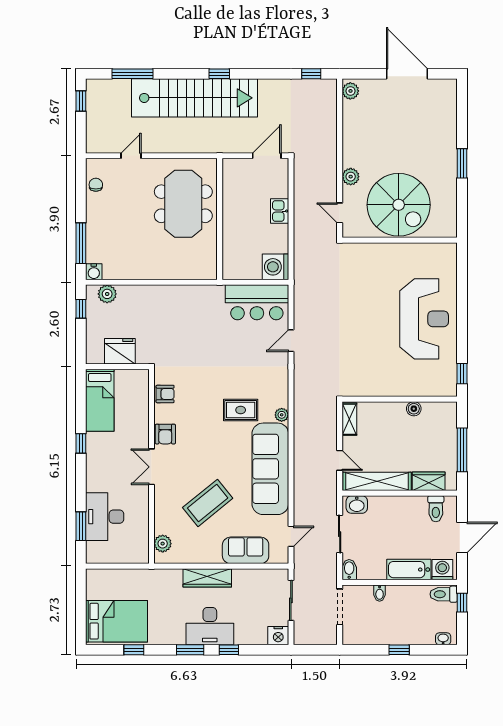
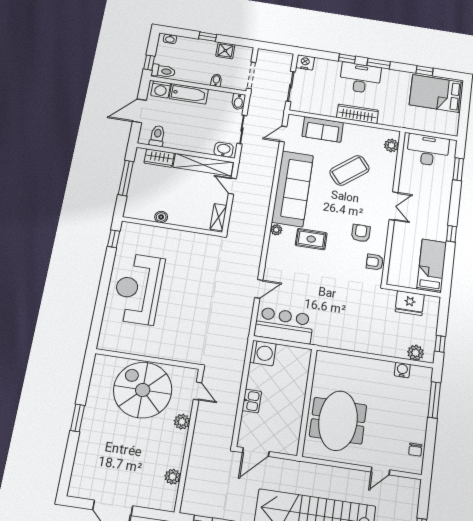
plant: (350, 91) -> (173, 477), moved
water cooler: (94, 272) -> (402, 370), moved
armchair: (165, 434) -> (361, 233), moved
desk: (105, 517) -> (428, 150), moved, turned -90
shower: (375, 635) -> (225, 51), added

